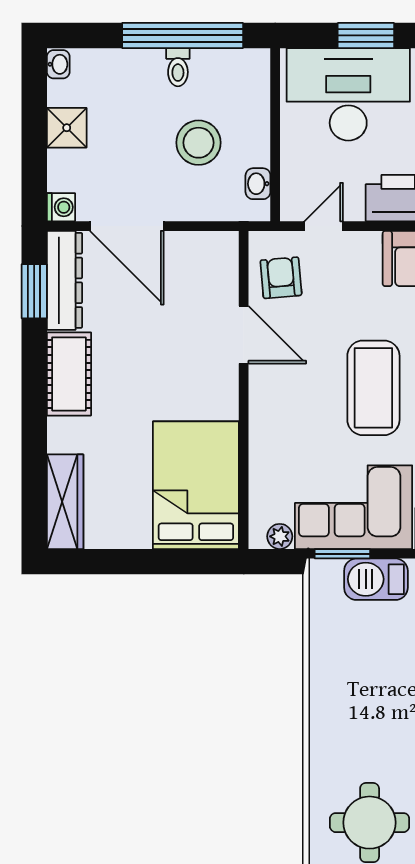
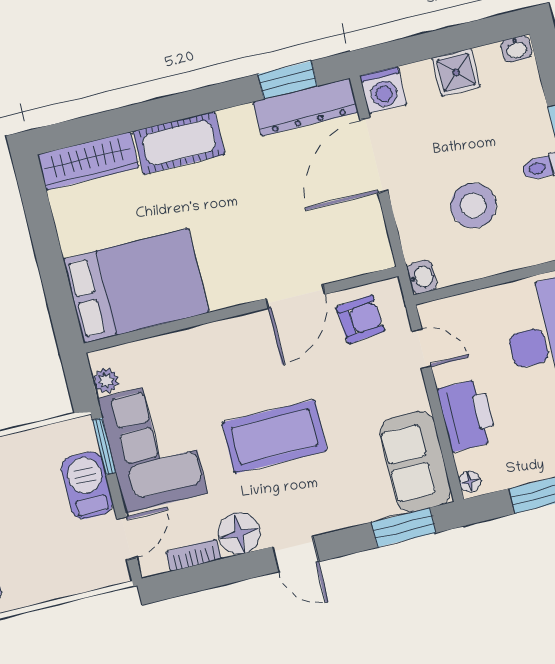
washbasin: (258, 184) -> (422, 277), moved, turned 90
washing machine: (61, 207) -> (383, 90), width x1.38, depth x1.38
cot: (69, 374) -> (179, 143), moved

